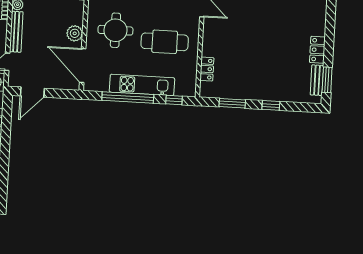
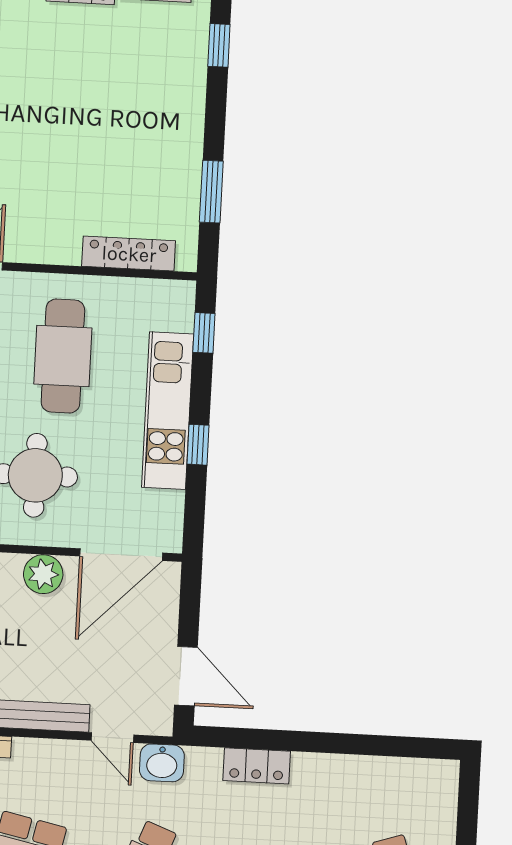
locker: (207, 69) -> (129, 254), width x1.53
window: (128, 97) -> (198, 445), width x0.32
window: (271, 105) -> (219, 45), moved

